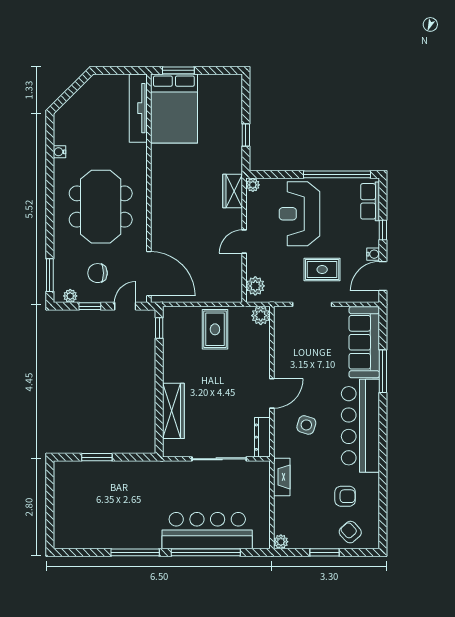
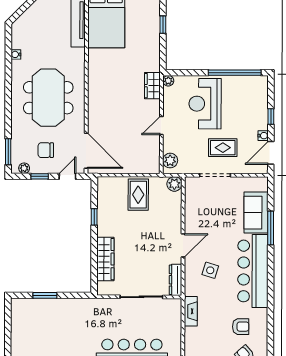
window: (246, 135) -> (163, 25), moved
row of seats: (370, 201) -> (261, 94), removed
window: (159, 328) -> (94, 217), moved
sofa: (364, 342) -> (256, 213), width x0.73

